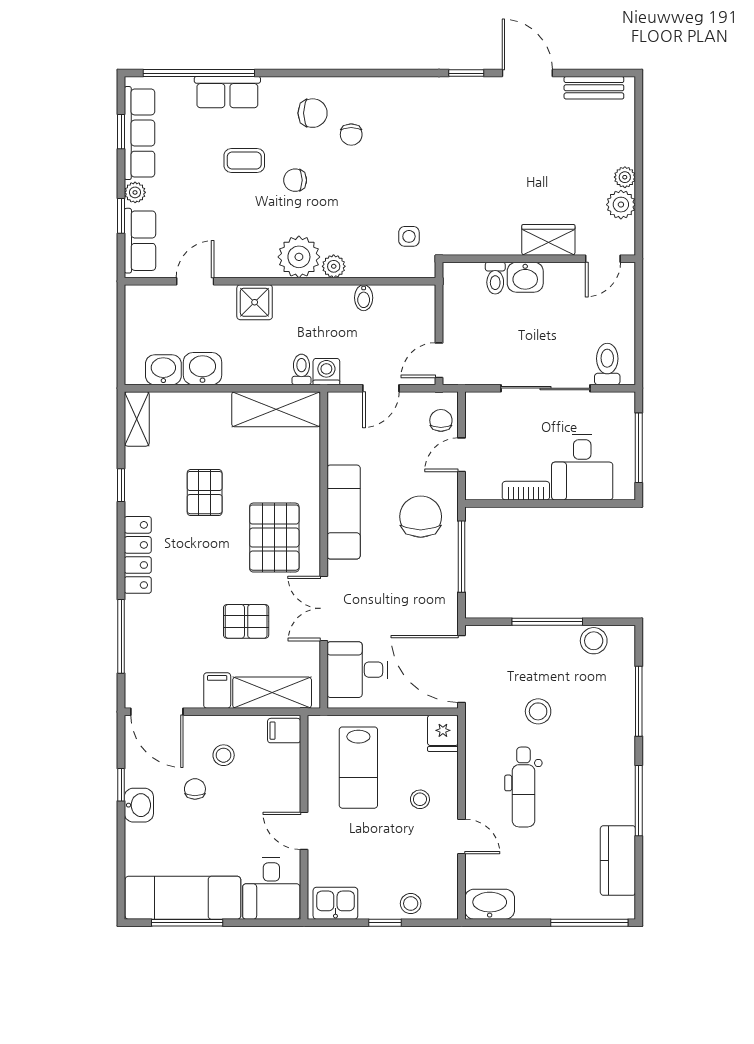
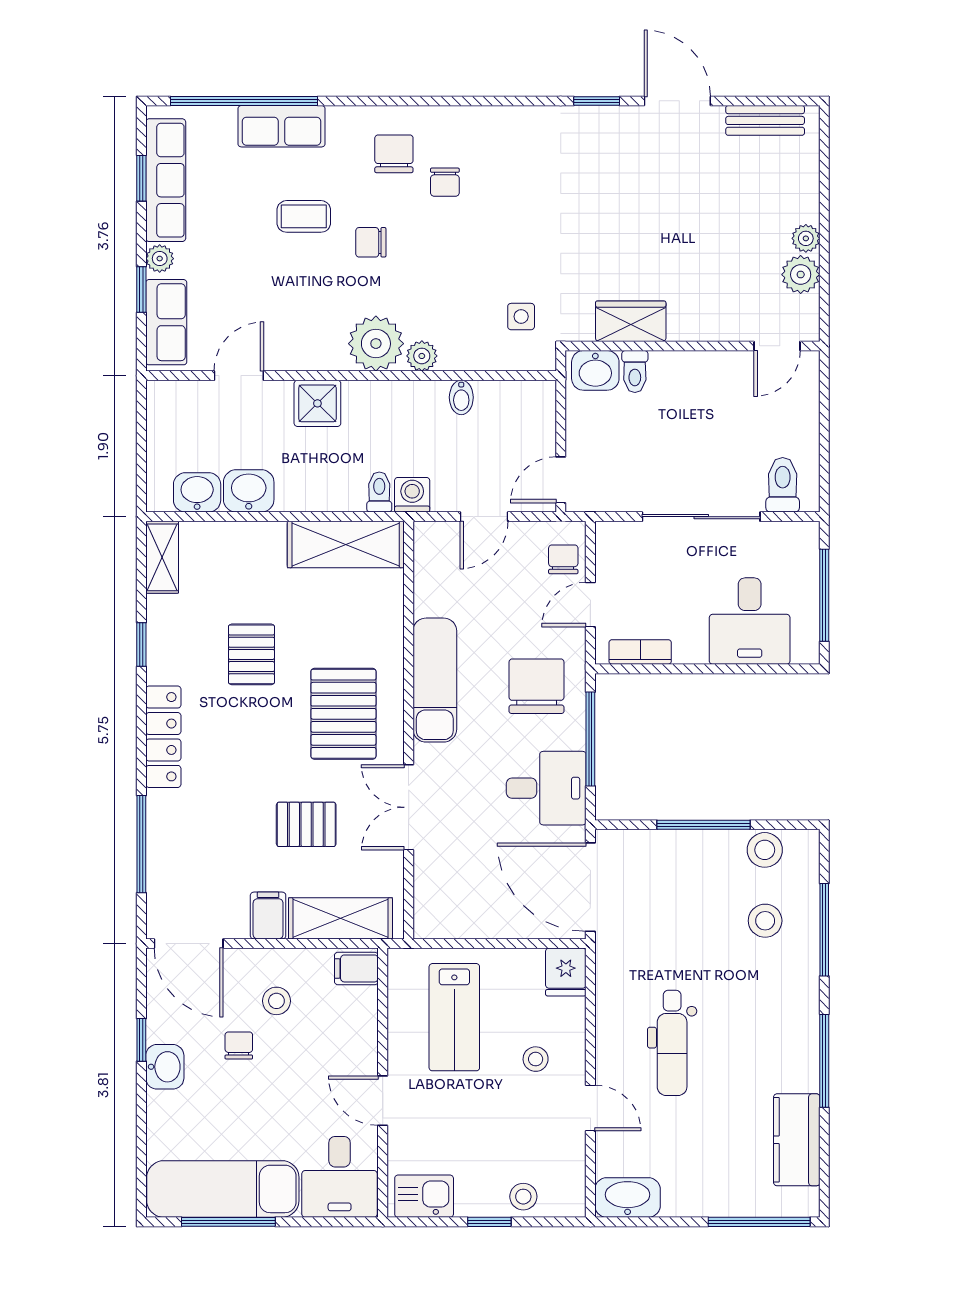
chair: (313, 113) -> (394, 154), turned -90
wardrobe: (548, 240) -> (631, 321), moved
washbasin: (525, 277) -> (595, 370), moved
bookcase: (526, 491) -> (640, 652), moved
desk: (357, 670) -> (546, 788), moved, turned 180
stool: (538, 711) -> (765, 921), moved

